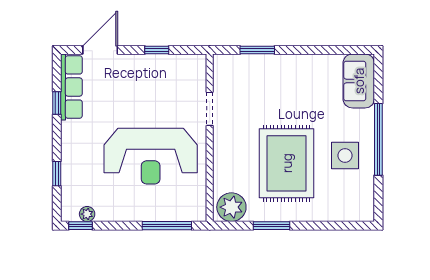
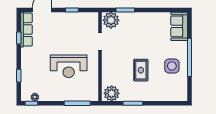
plant: (230, 69) -> (111, 20), added
reception desk: (151, 156) -> (69, 66), width x0.74, depth x0.77
rug: (287, 163) -> (141, 70), width x0.54, depth x0.49

